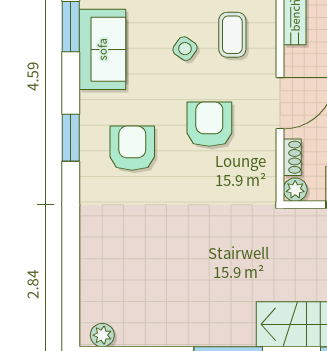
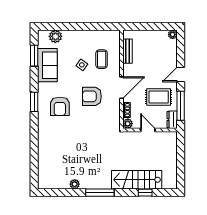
armchair: (209, 124) -> (92, 96), turned -90
armchair: (132, 148) -> (60, 106), turned 180
plant: (102, 335) -> (75, 184), moved

